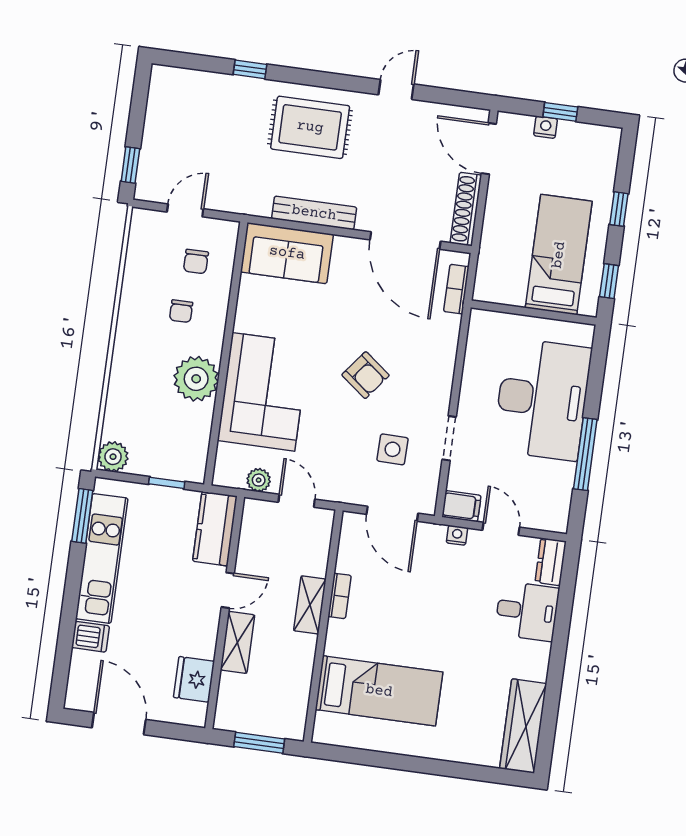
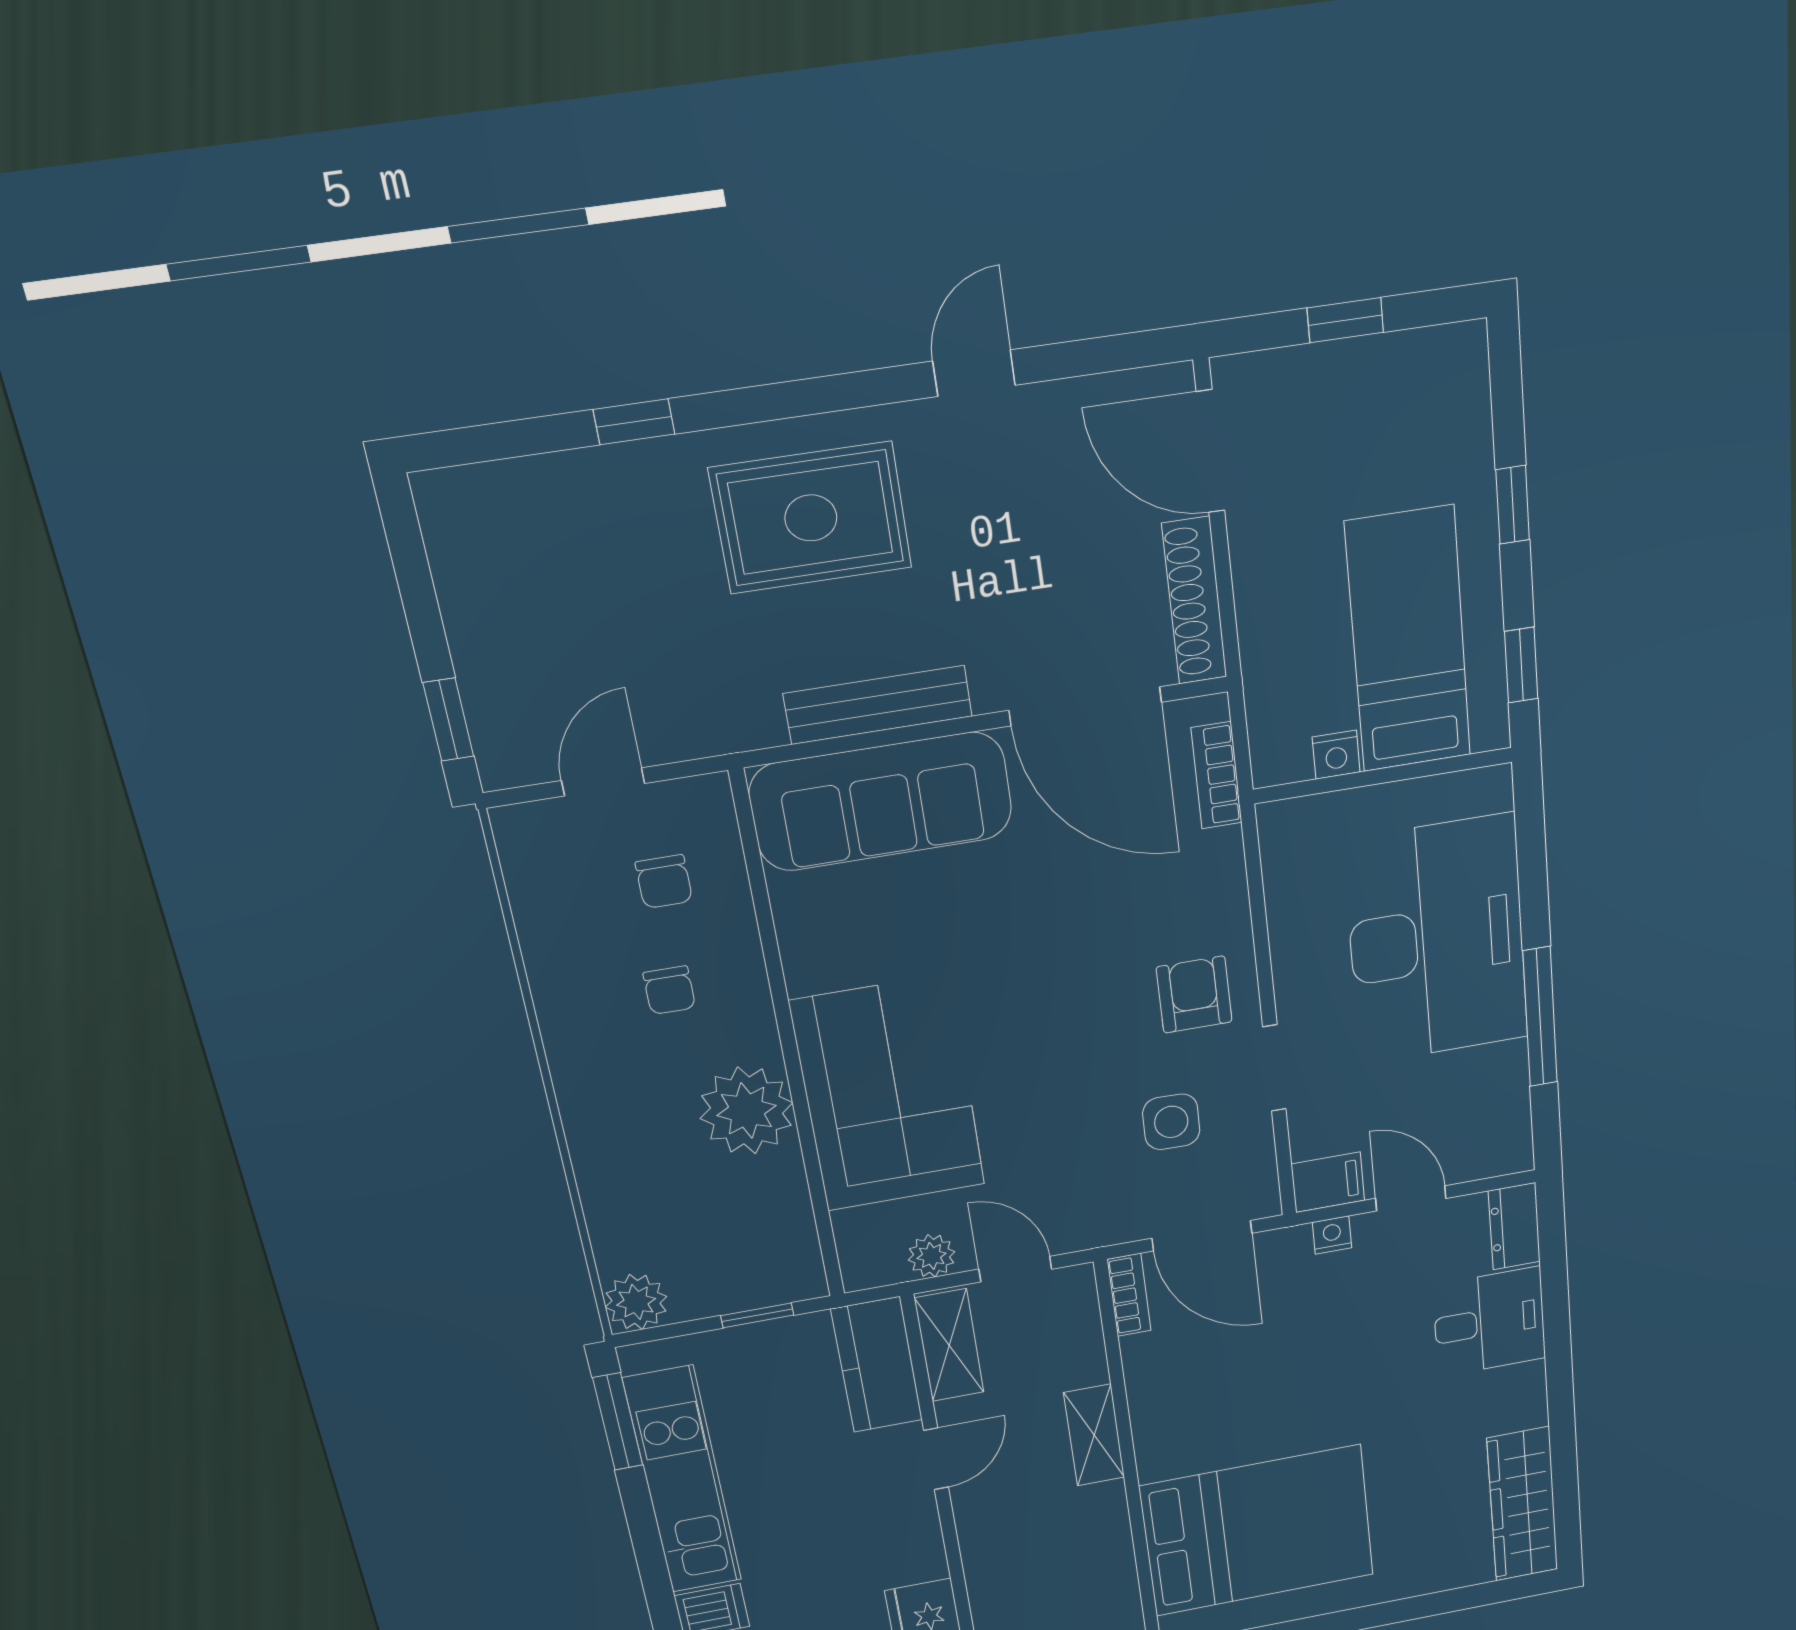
nightstand: (546, 127) -> (1336, 755), moved, turned 180
sofa: (287, 253) -> (881, 802), width x1.36
armchair: (366, 375) -> (1194, 995), moved, turned -128
bookcase: (340, 596) -> (1129, 1295), moved
shelving: (238, 642) -> (949, 1345), moved
bed: (379, 691) -> (1258, 1531), width x1.50

